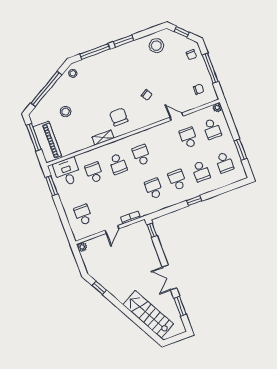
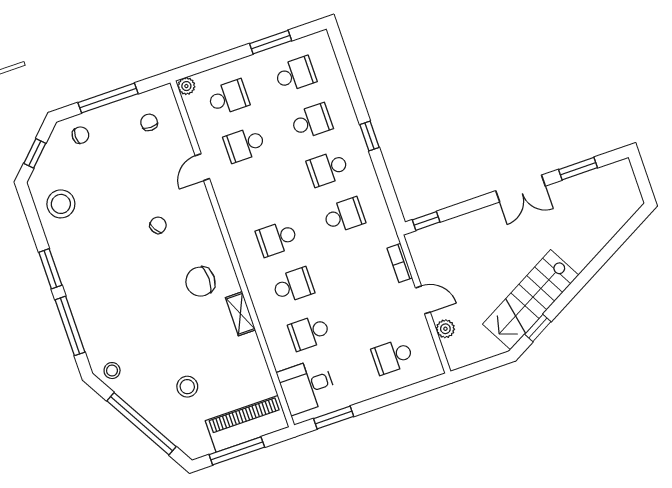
school desk: (154, 189) -> (344, 215), turned 180
plant: (82, 247) -> (445, 329), moved
stairs: (148, 314) -> (531, 300), moved

